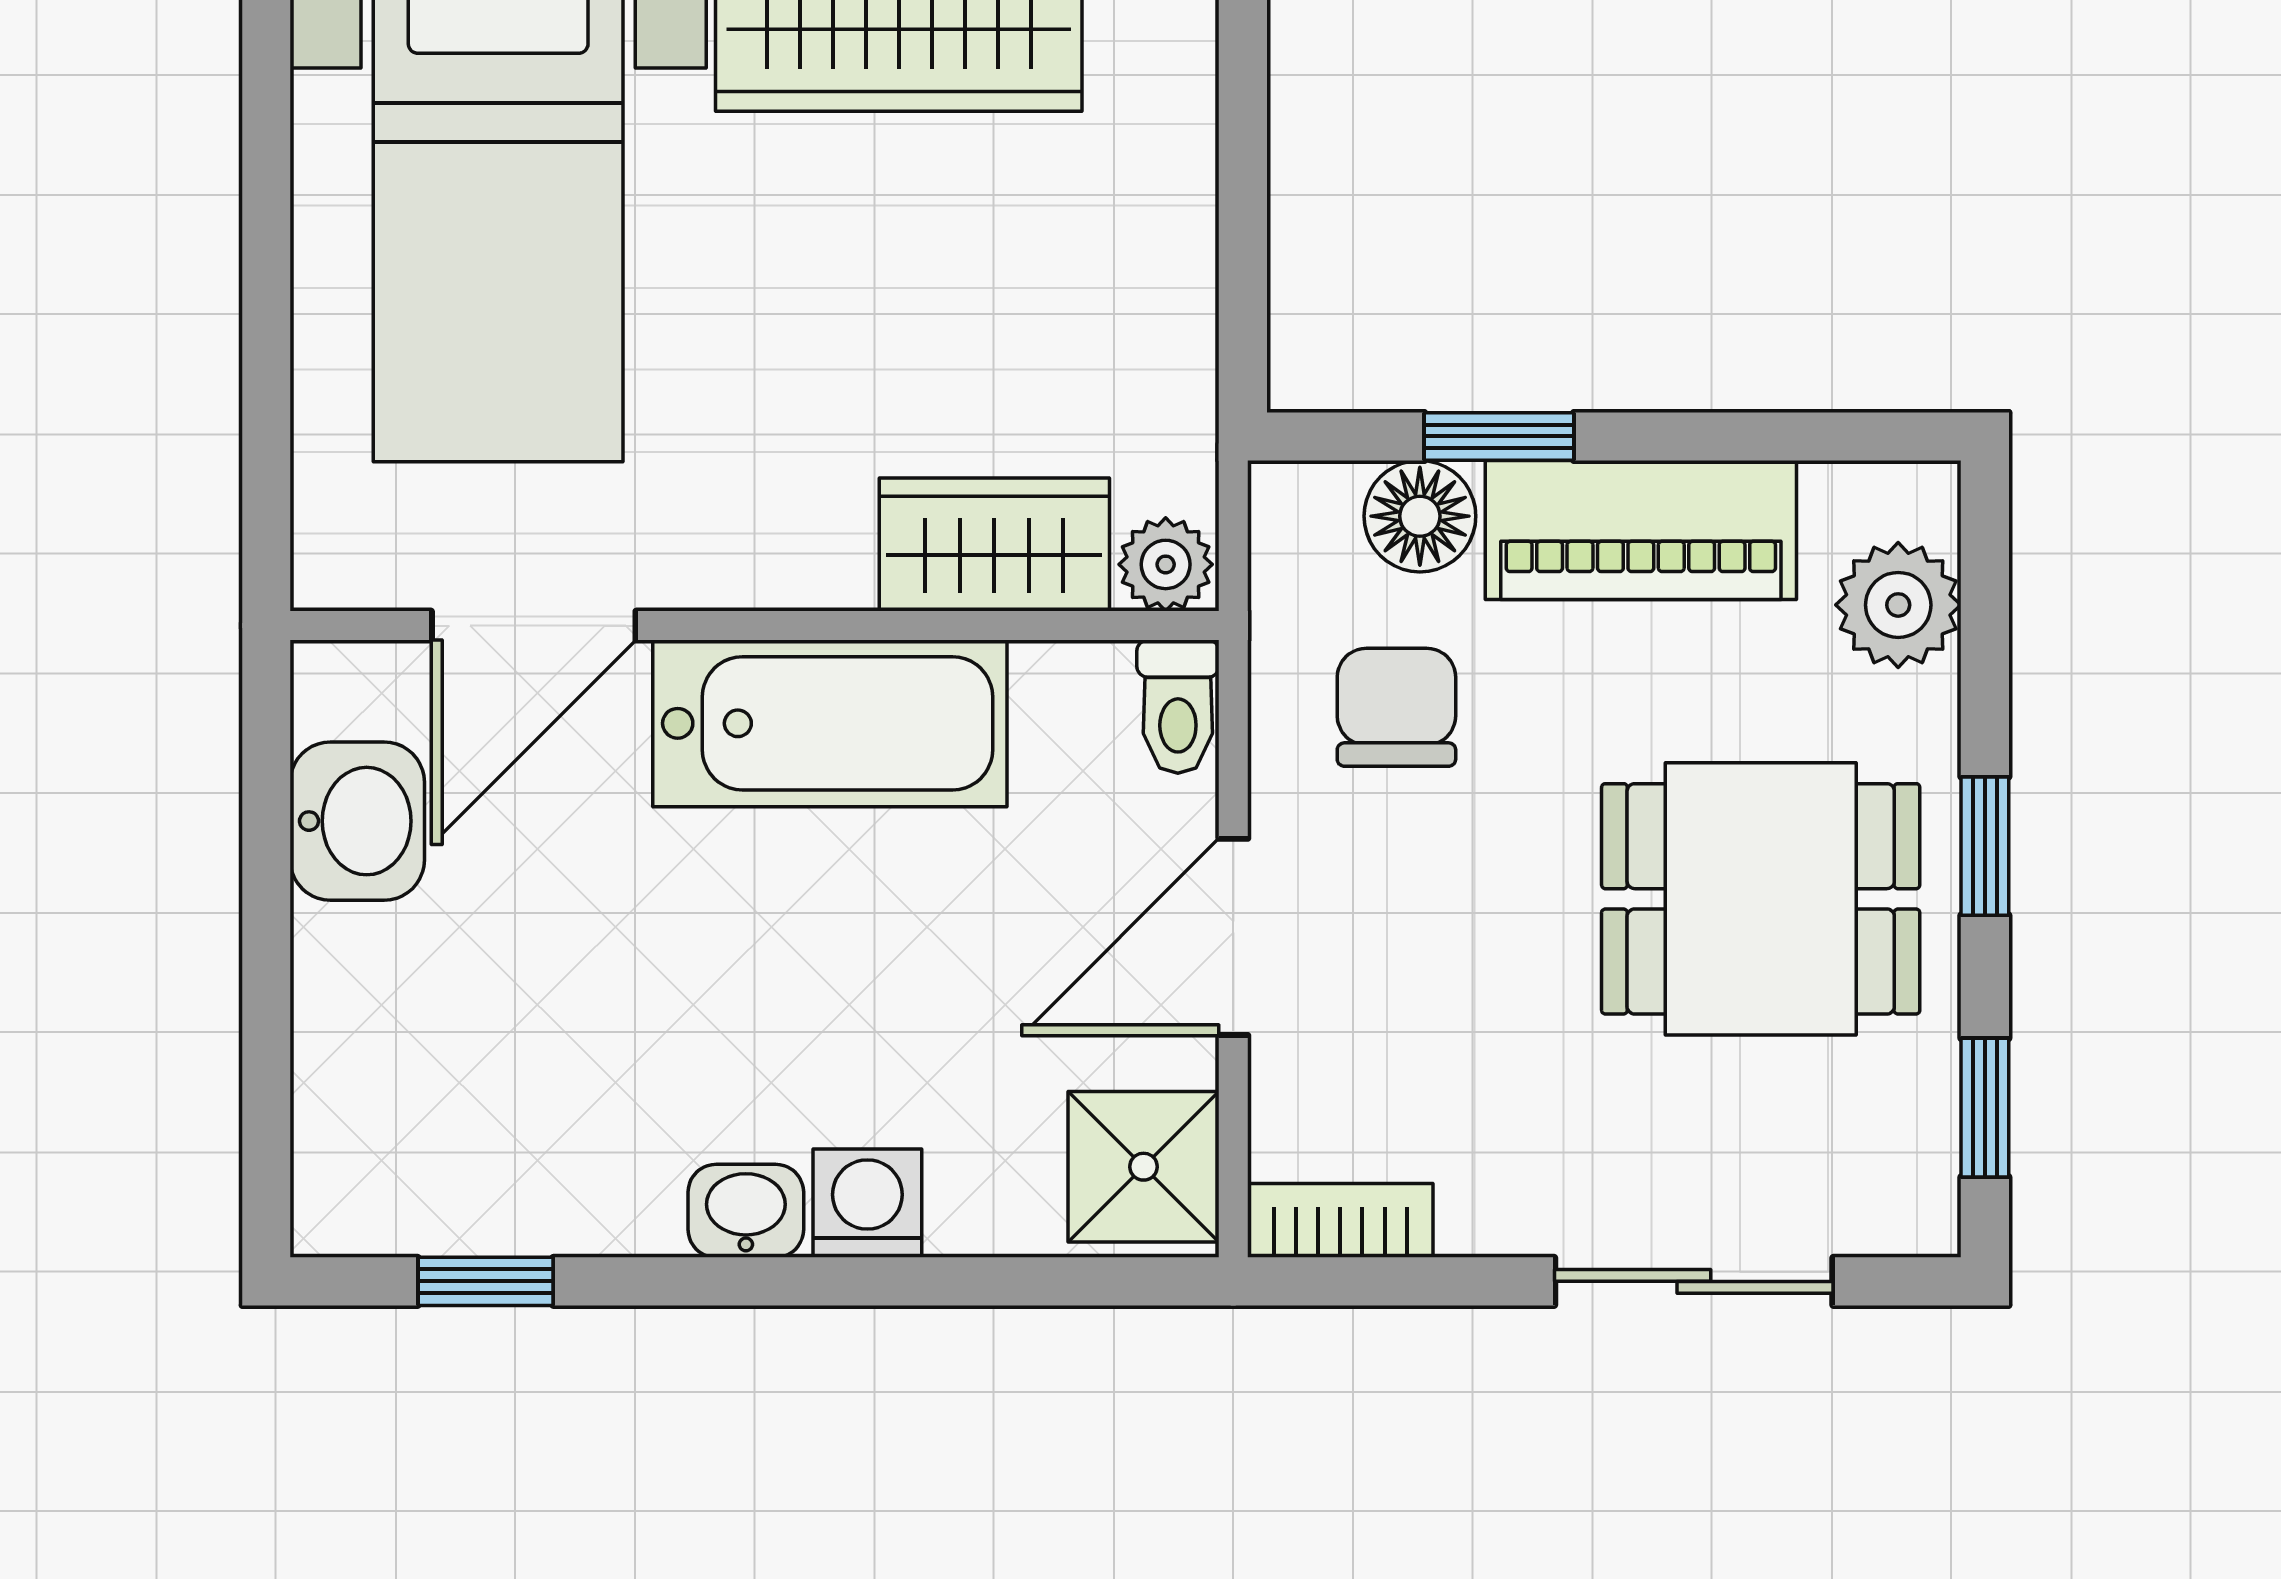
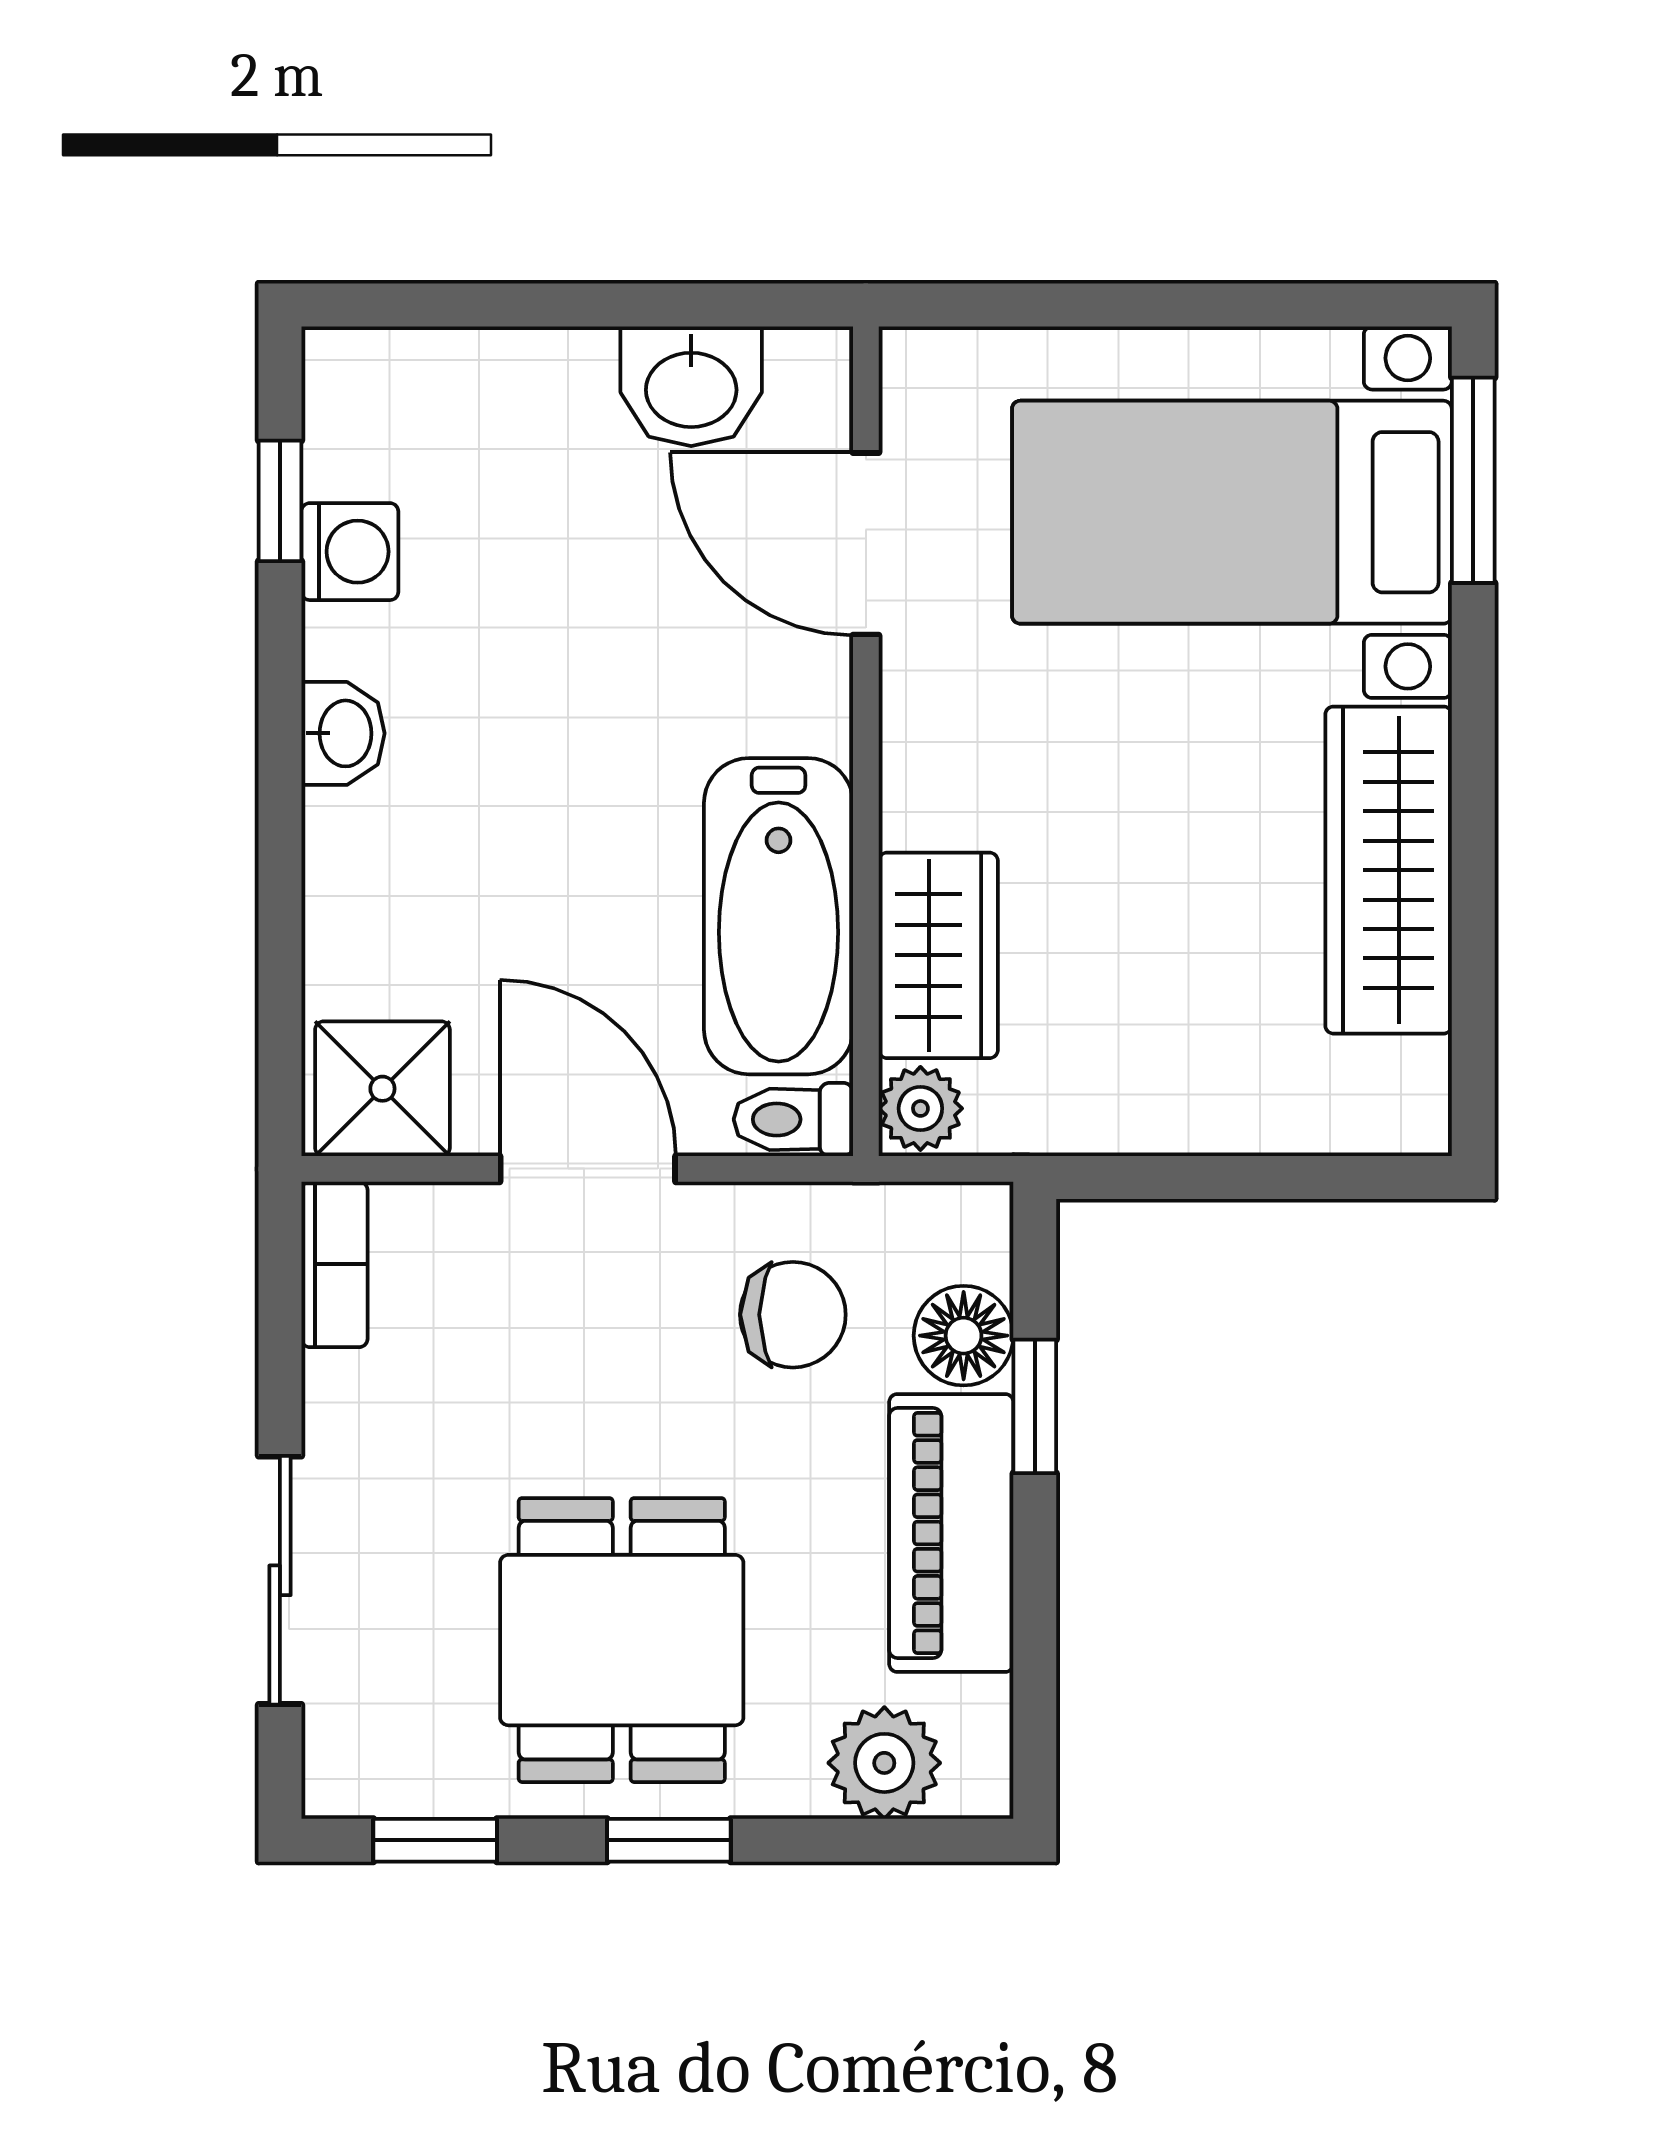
bathtub: (830, 723) -> (779, 916), moved
washing machine: (867, 1203) -> (350, 552), moved

